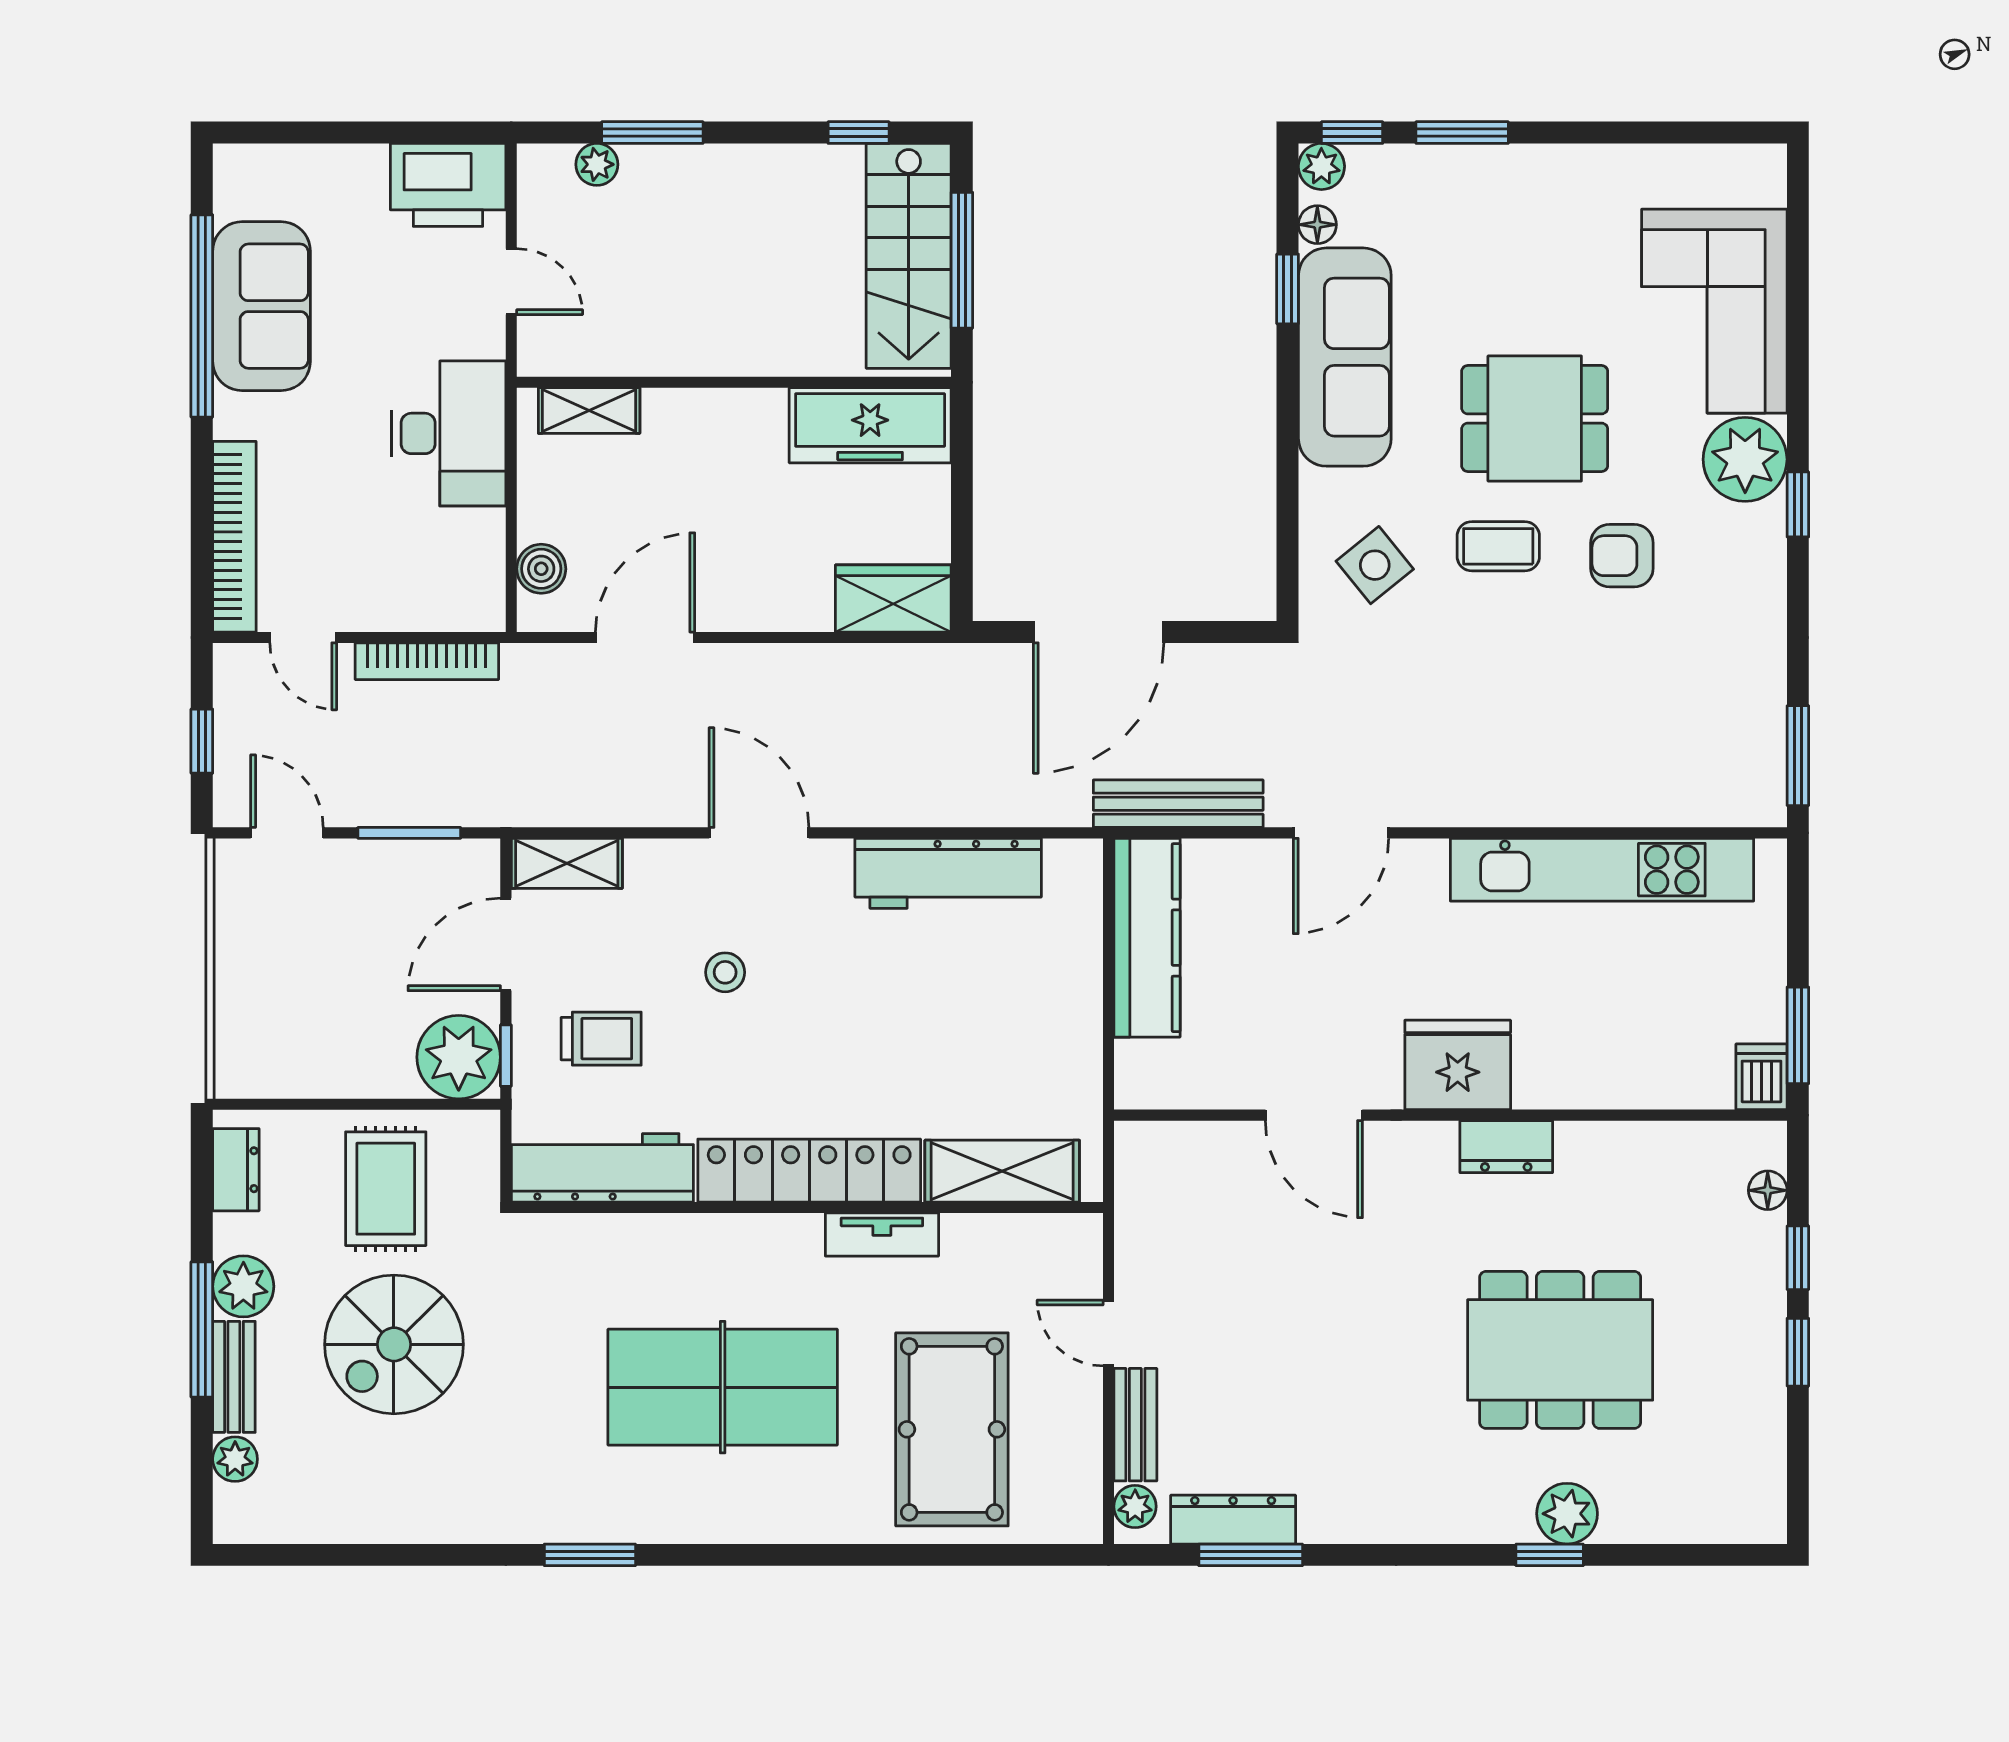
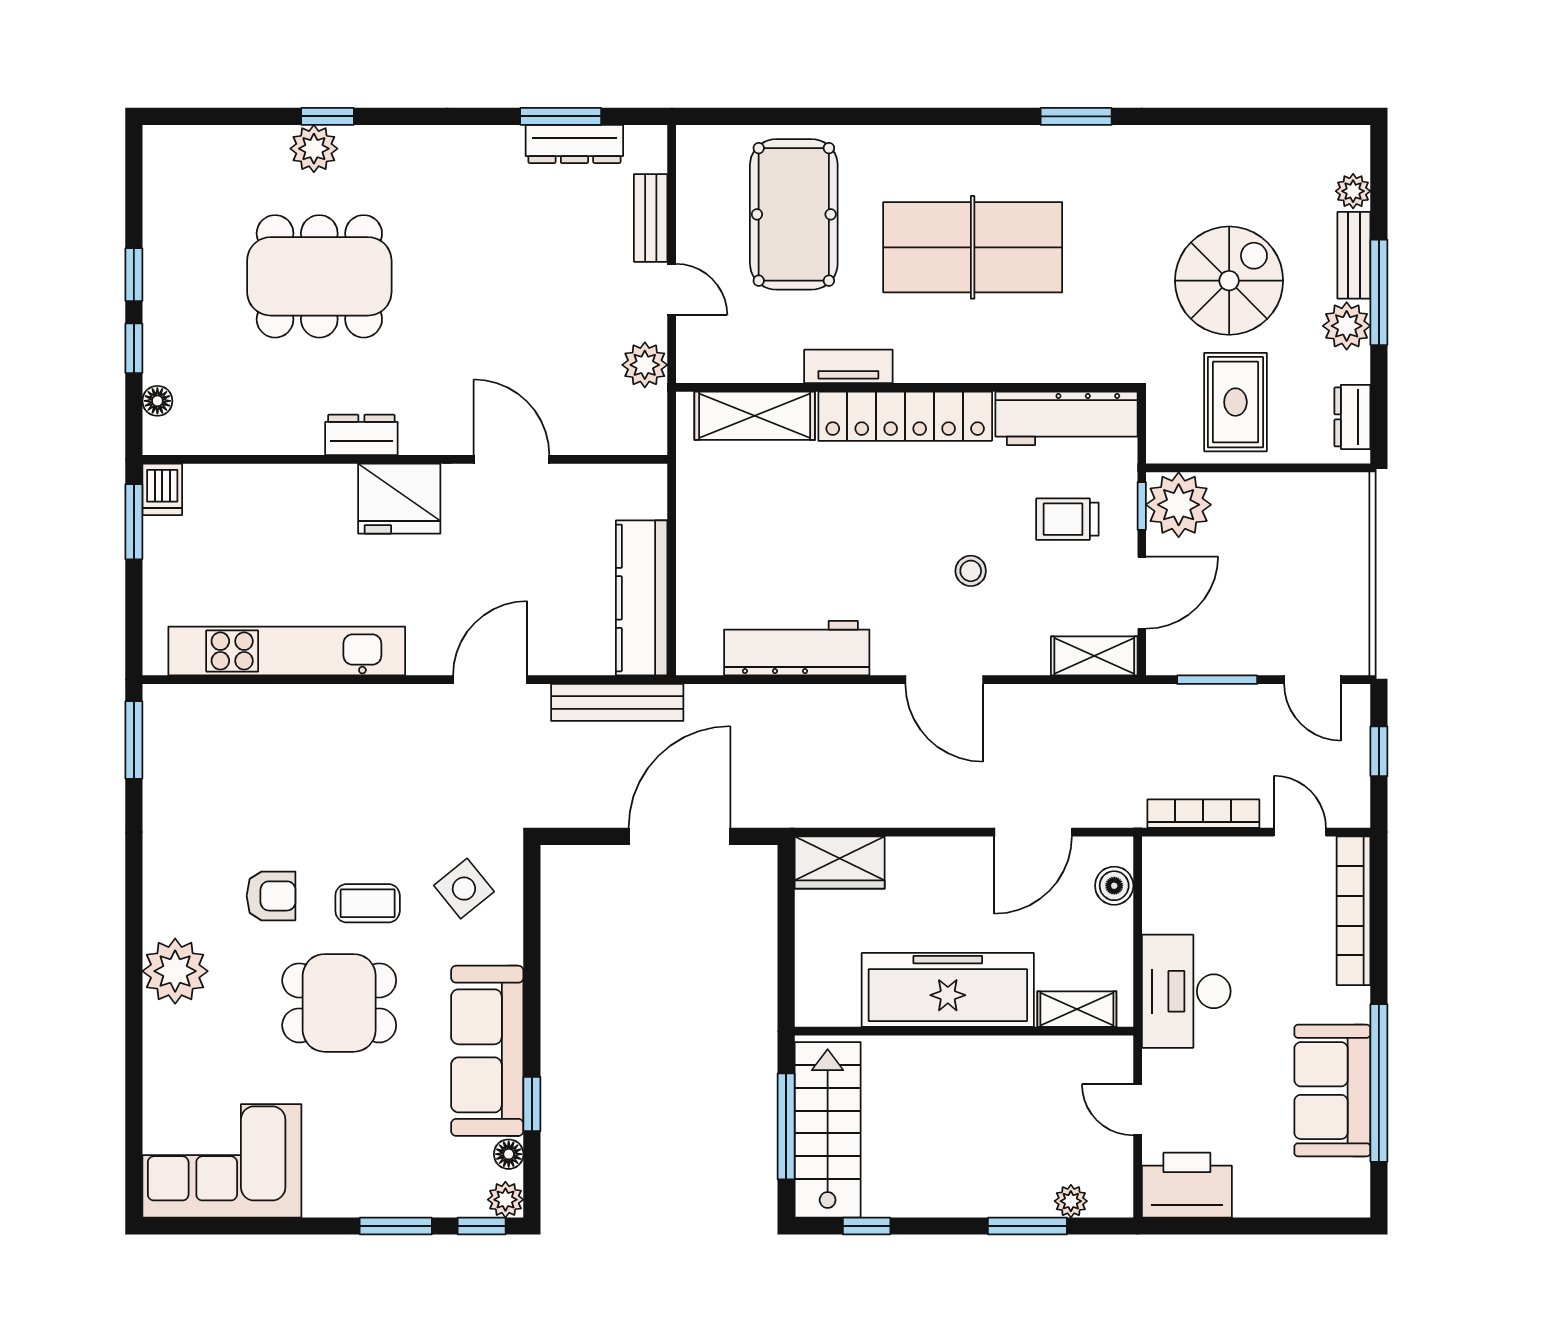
corner sofa: (1714, 311) -> (222, 1161), moved, turned -90
freezer: (870, 425) -> (948, 990), moved, width x1.36, depth x1.26
window: (1798, 504) -> (134, 936), removed
plant: (1135, 1506) -> (645, 365), moved, width x1.38, depth x1.38

